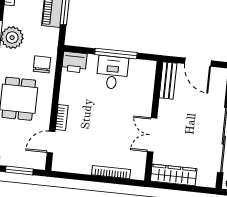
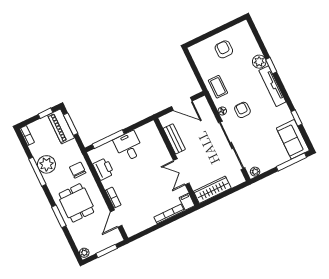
window: (116, 54) -> (108, 139), moved
printer: (74, 62) -> (104, 169), moved, turned -90
bench: (168, 81) -> (174, 139), moved
filing cabinet: (138, 171) -> (187, 202), added

